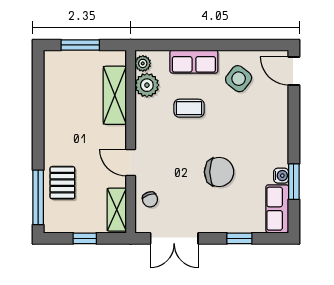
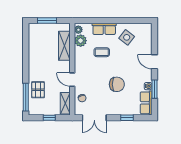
door: (294, 71) -> (155, 62), moved

